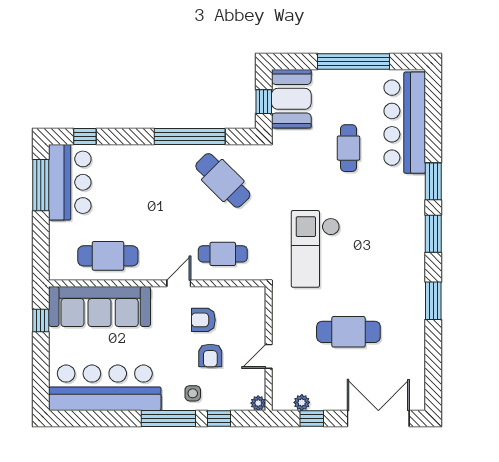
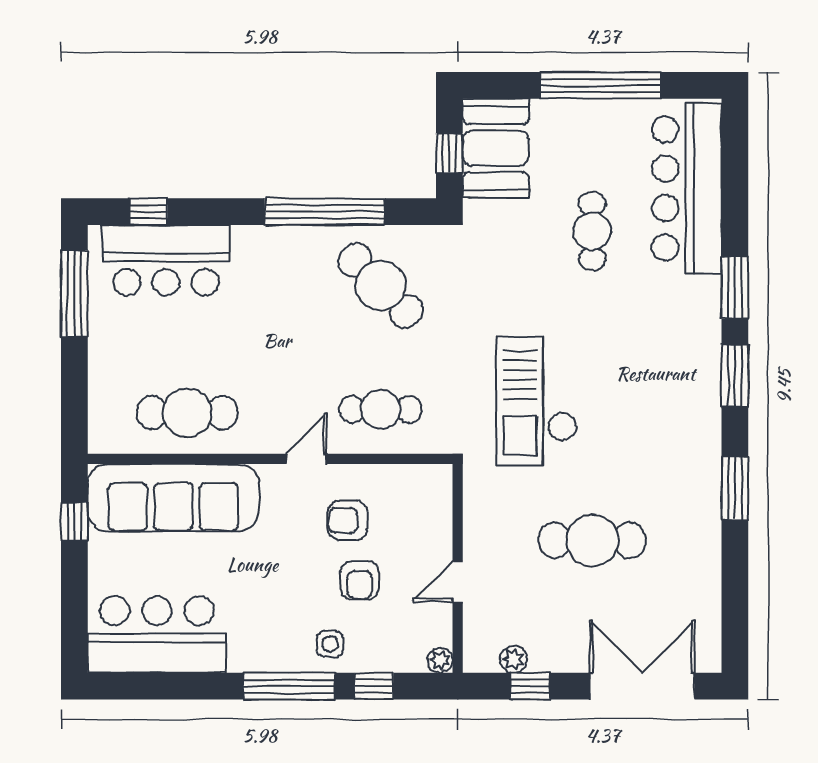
bar counter: (70, 182) -> (166, 260), moved, turned 90
bar counter: (105, 388) -> (157, 634), width x0.73

